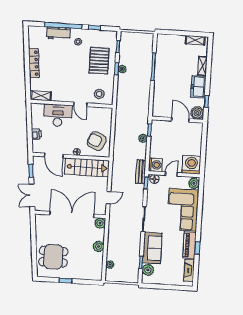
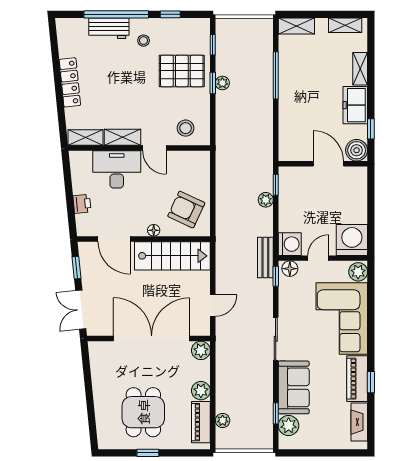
shelving: (167, 39) -> (296, 26), added
pallet: (99, 61) -> (182, 71), turned 90
shelving: (62, 97) -> (122, 137), added
dining table: (53, 257) -> (143, 412), moved, turned 90
piano: (97, 265) -> (201, 422), added

